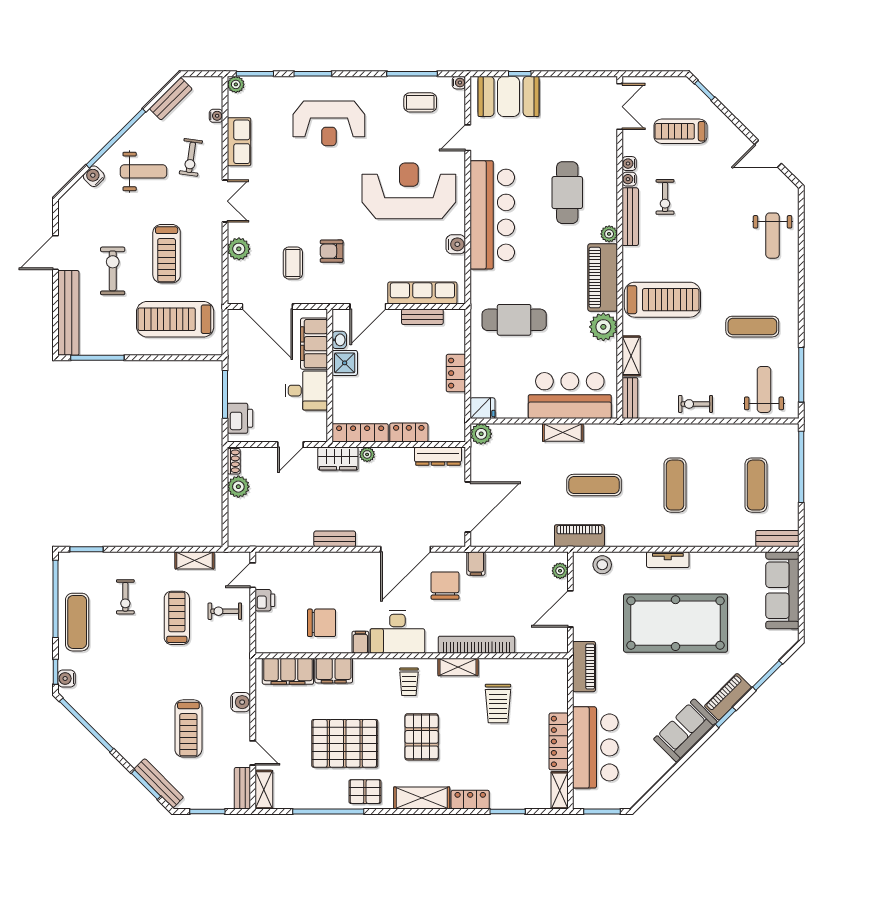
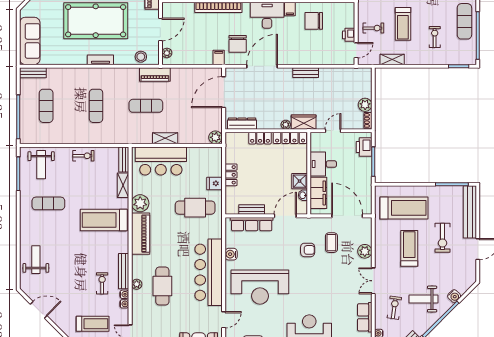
plant: (609, 234) -> (137, 284), moved
fridge: (483, 408) -> (215, 183), moved

